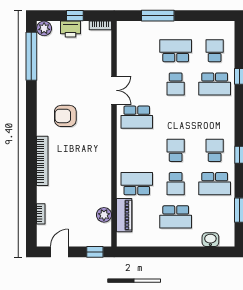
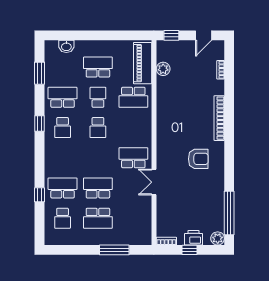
school desk: (176, 84) -> (98, 188), width x1.85
piano: (124, 215) -> (143, 63), width x1.37, depth x1.33

